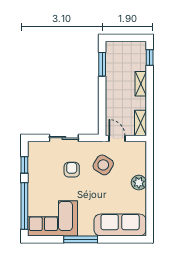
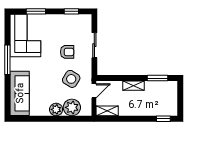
shelving: (141, 84) -> (133, 86), moved
plant: (136, 164) -> (72, 107), added
window: (24, 206) -> (36, 11), width x0.47

